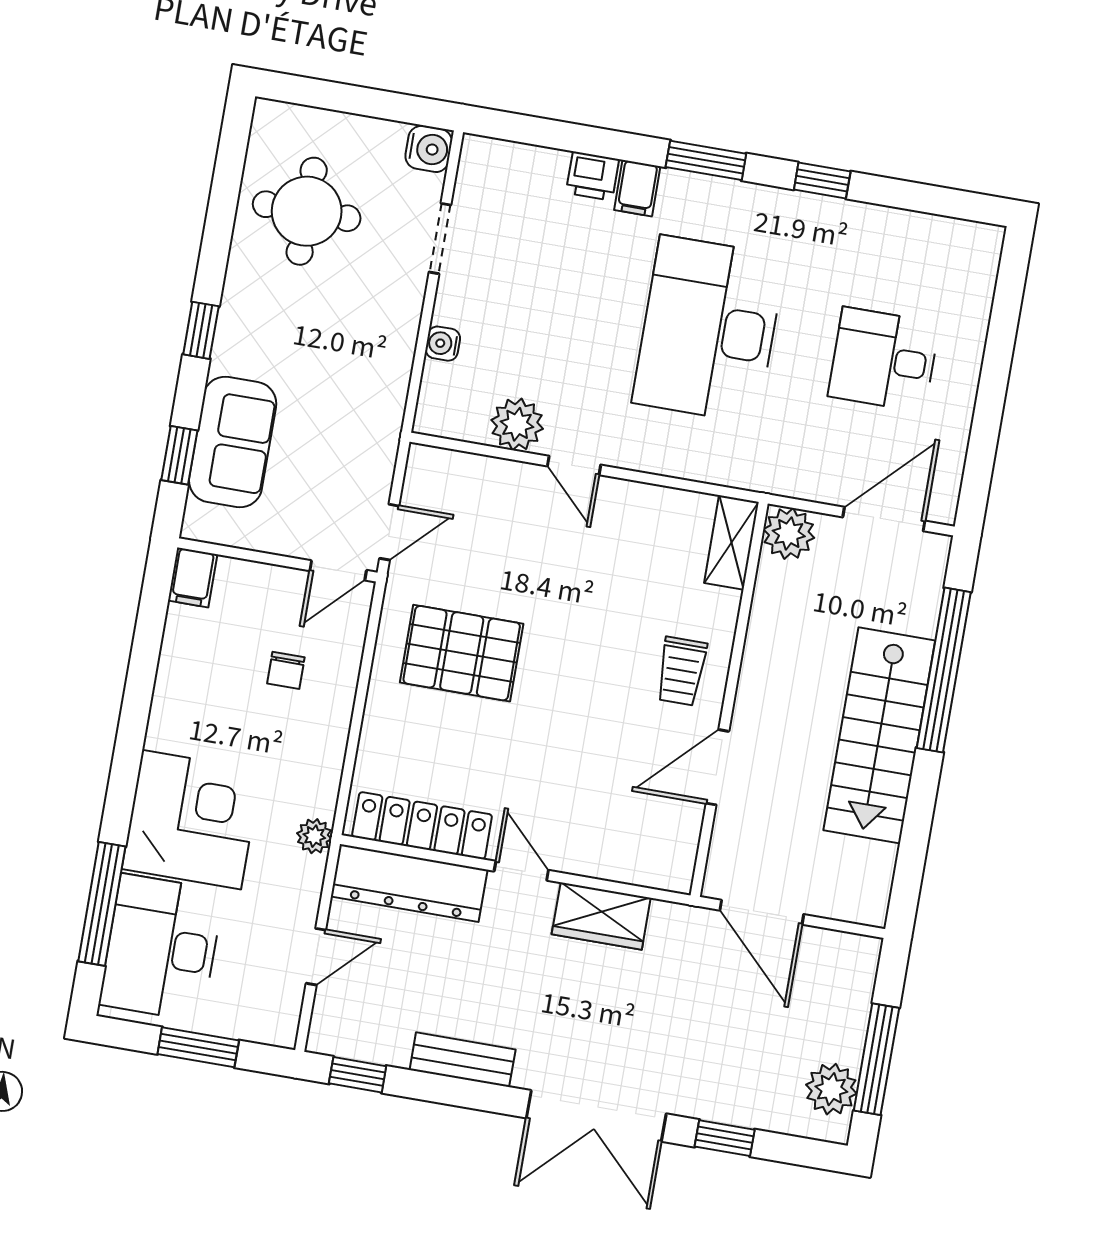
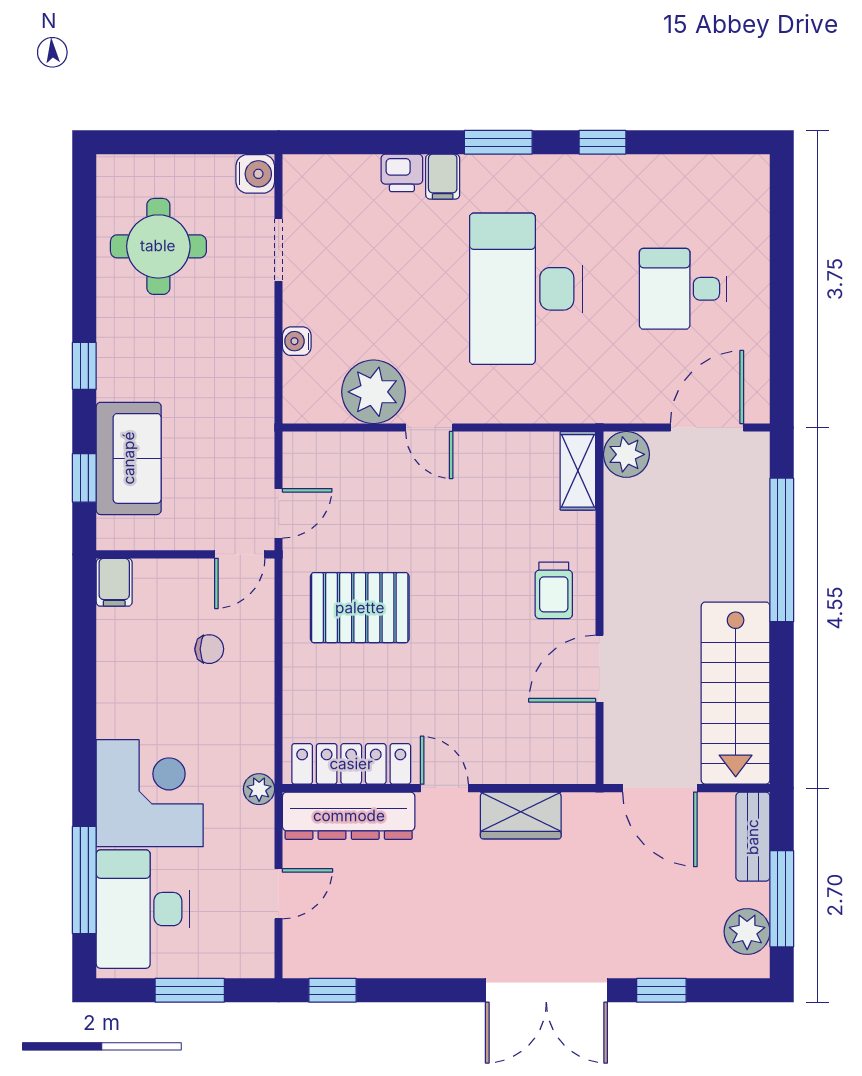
plant: (517, 424) -> (374, 392), width x1.36, depth x1.36
chair: (286, 670) -> (209, 649), turned -90
stairs: (879, 735) -> (736, 693), moved
bench: (463, 1060) -> (753, 837), moved, turned 90

